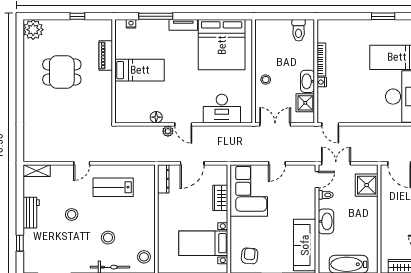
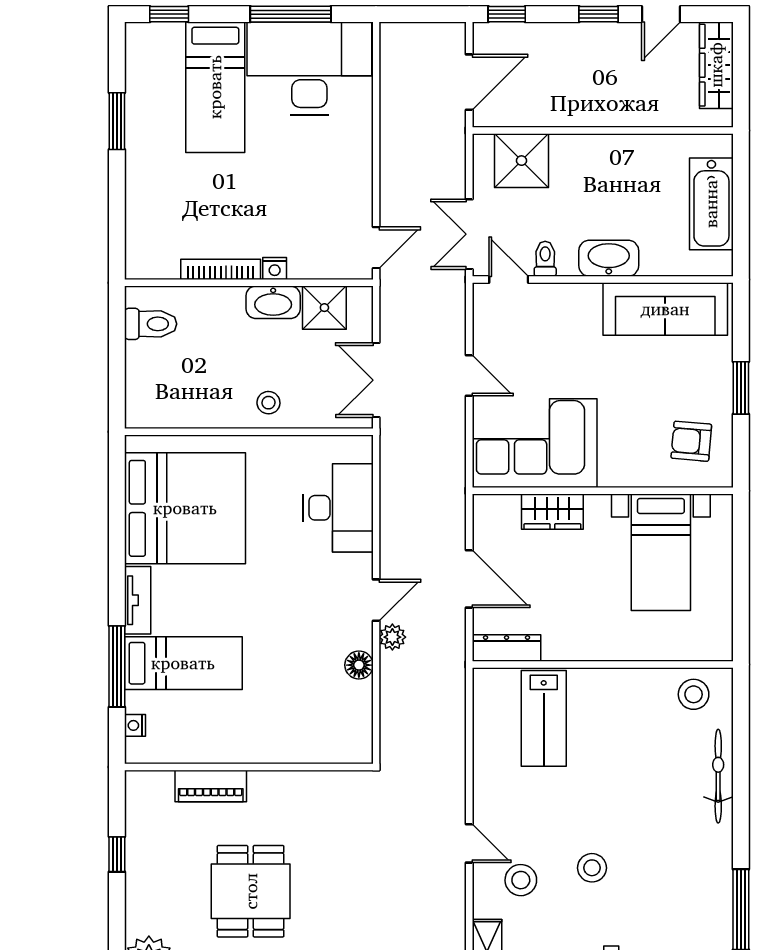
bed: (140, 70) -> (183, 663), moved, turned 90
lab bench: (113, 187) -> (544, 718), moved
stool: (108, 238) -> (521, 880), moved

